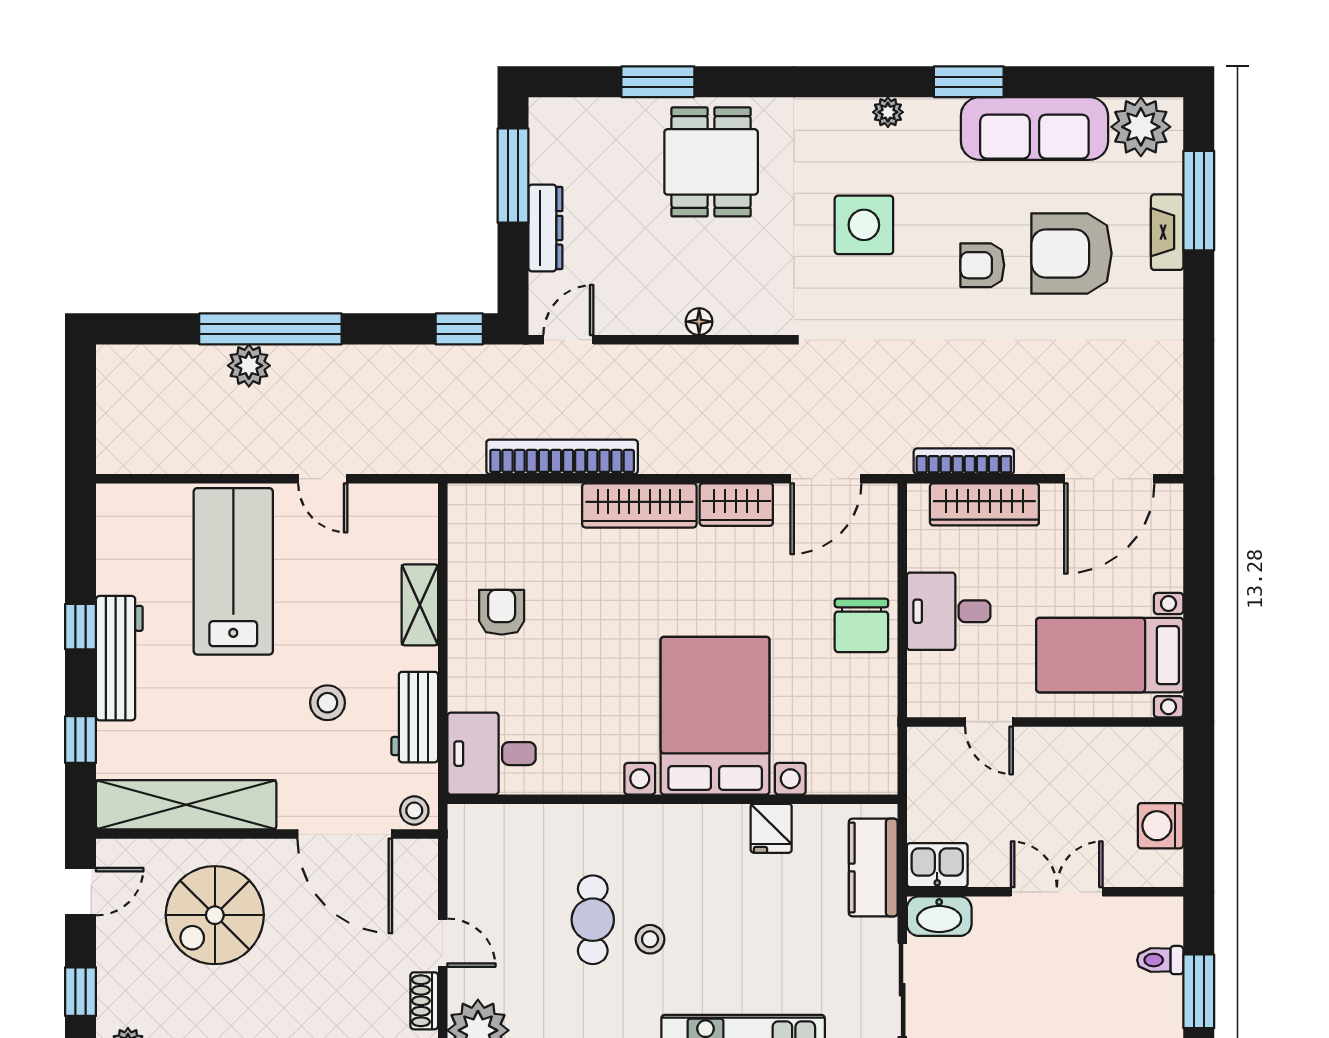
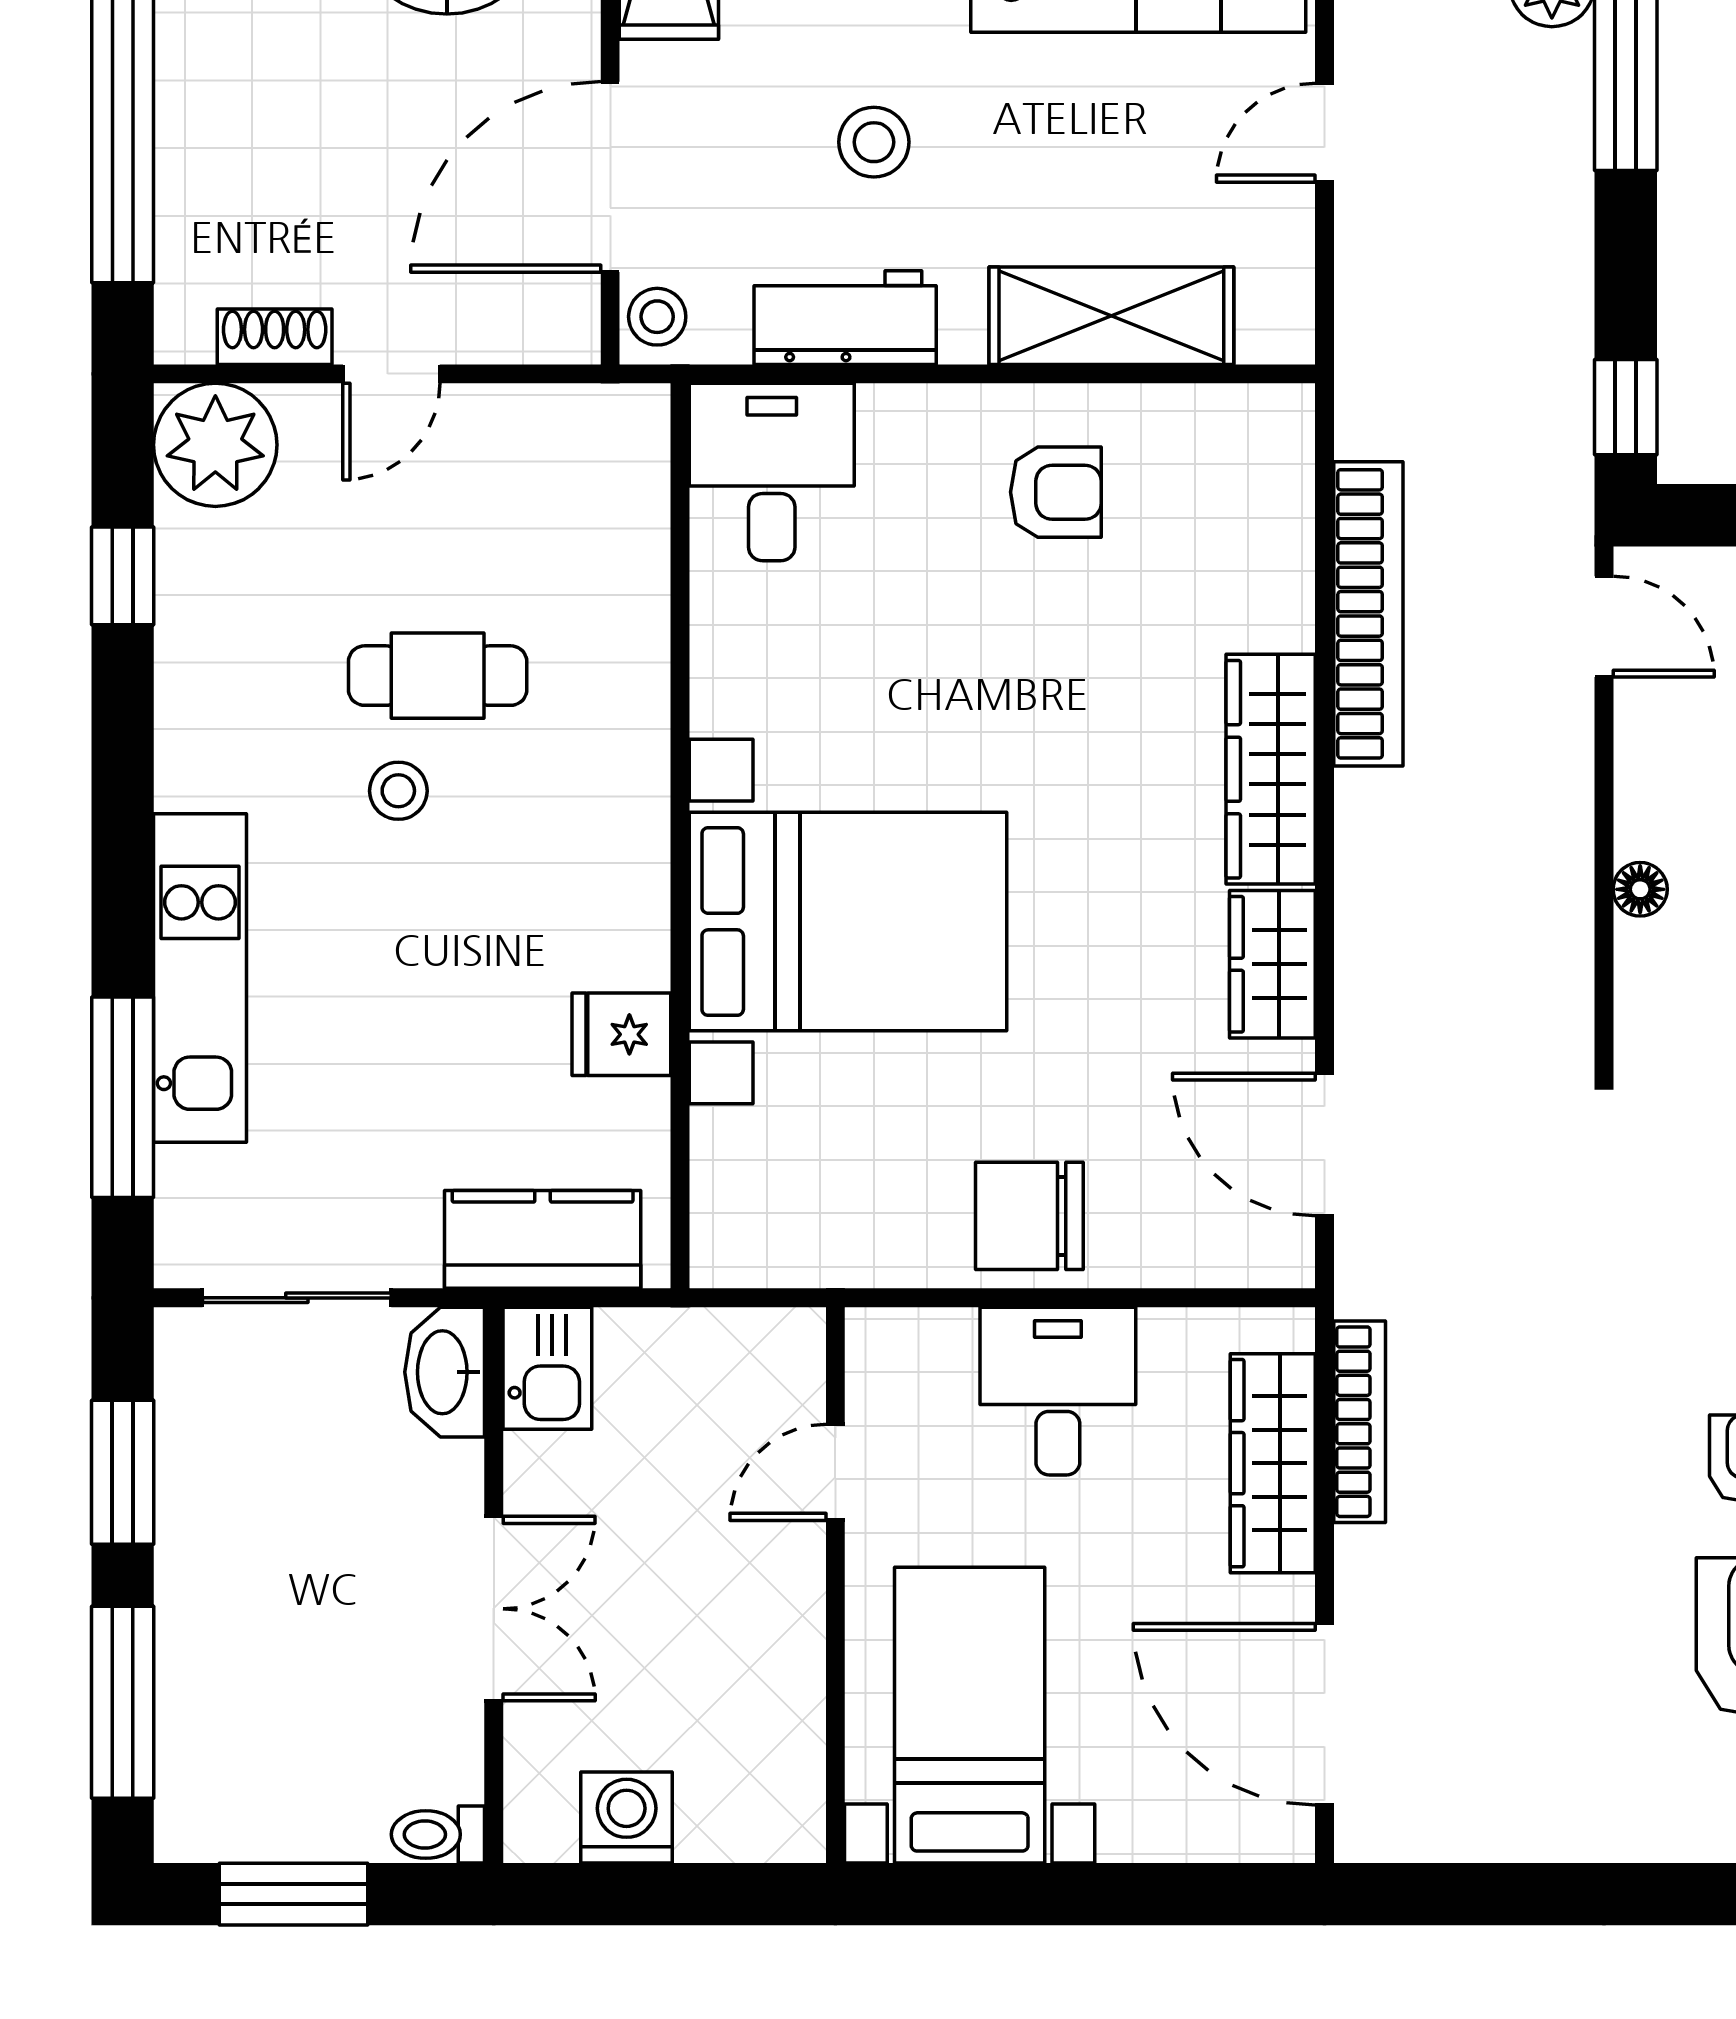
shelving: (420, 605) -> (1111, 316), width x1.50, depth x1.33
toilet: (1160, 960) -> (438, 1834), moved, turned -90

